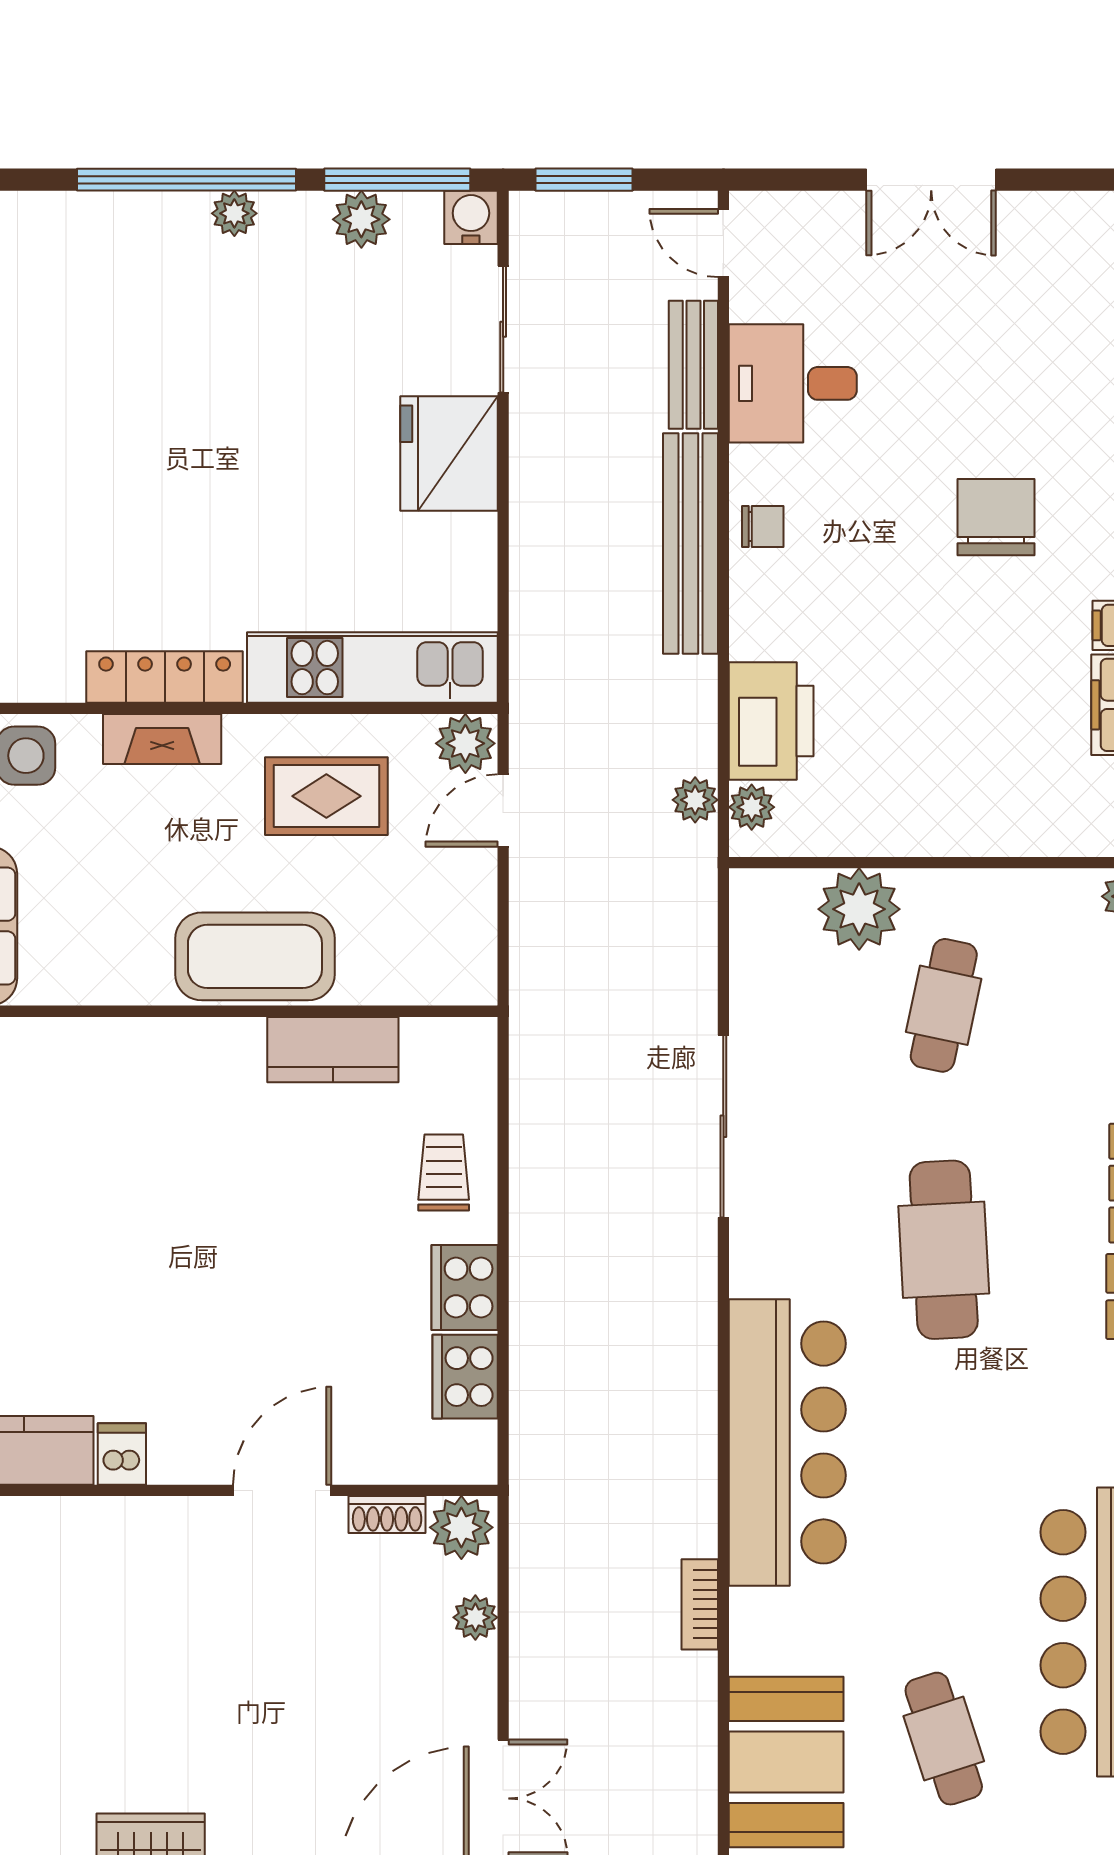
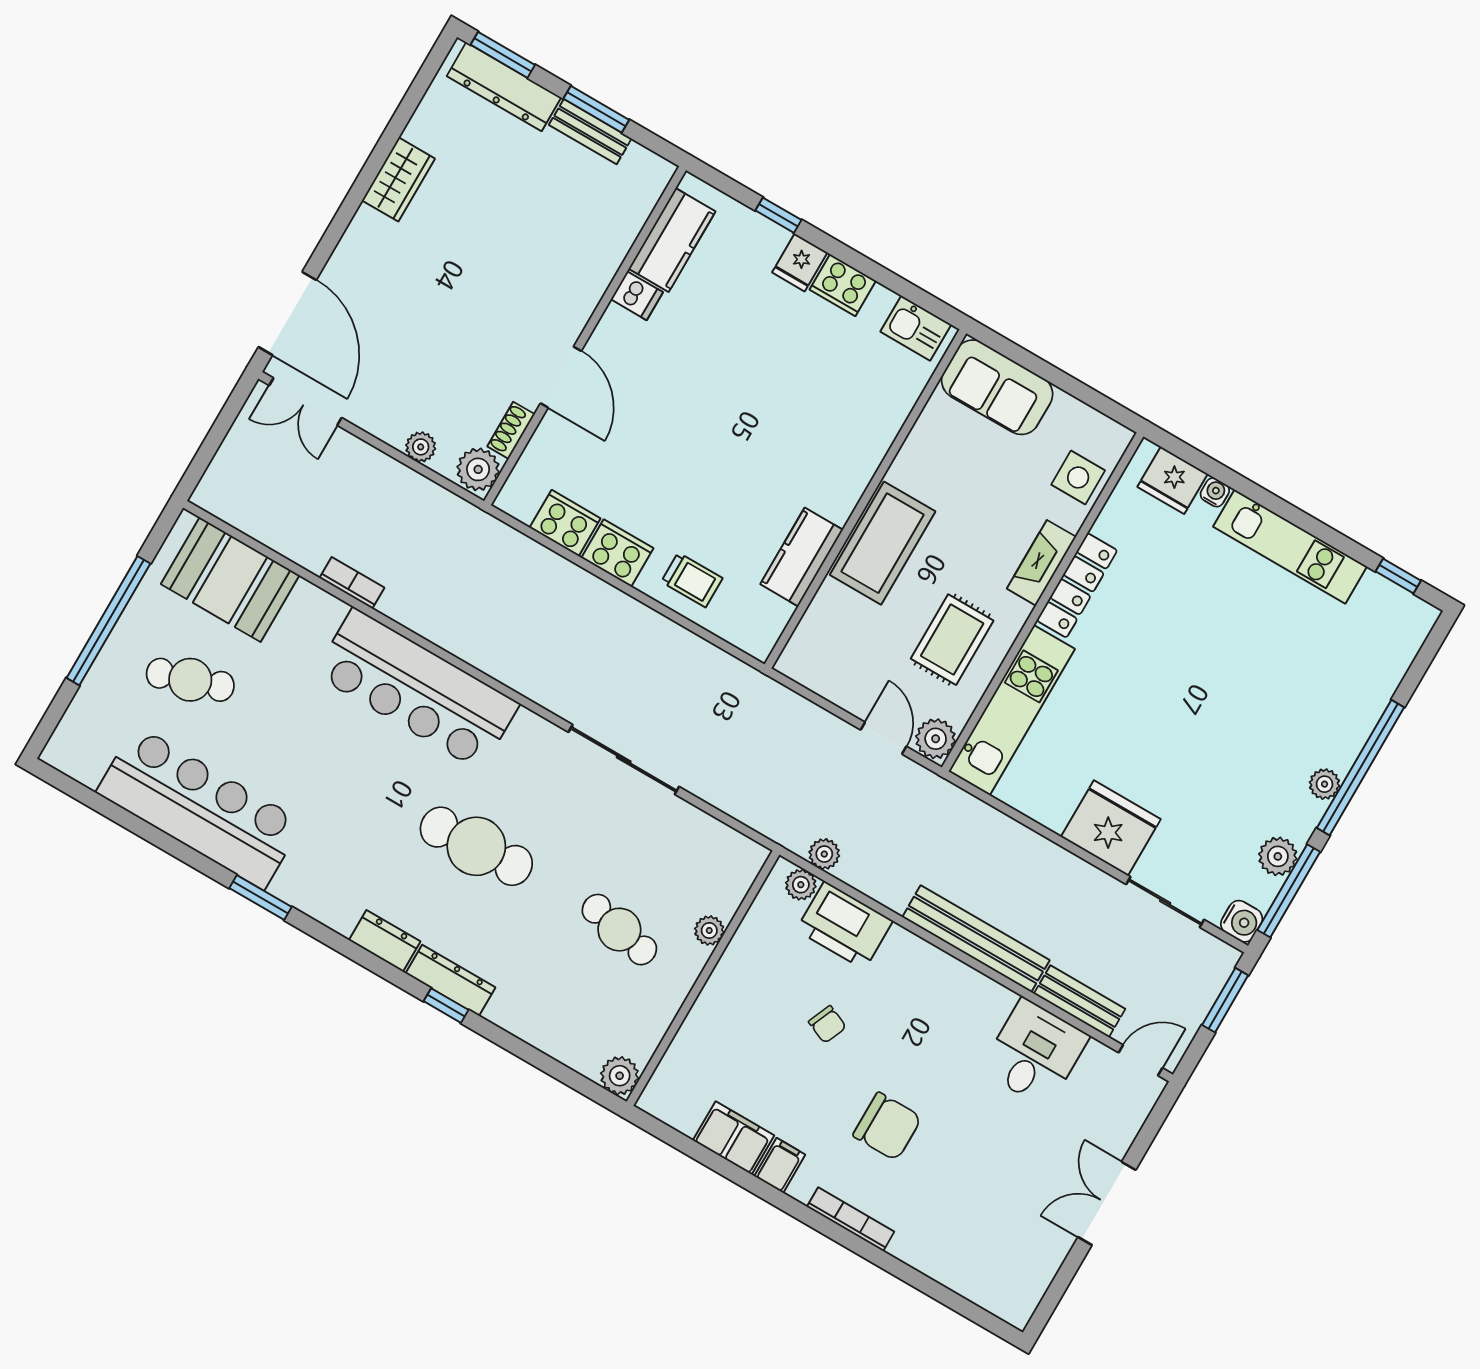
chair: (763, 526) -> (827, 1024), moved, turned -67
plant: (859, 909) -> (709, 930), width x0.53, depth x0.53

